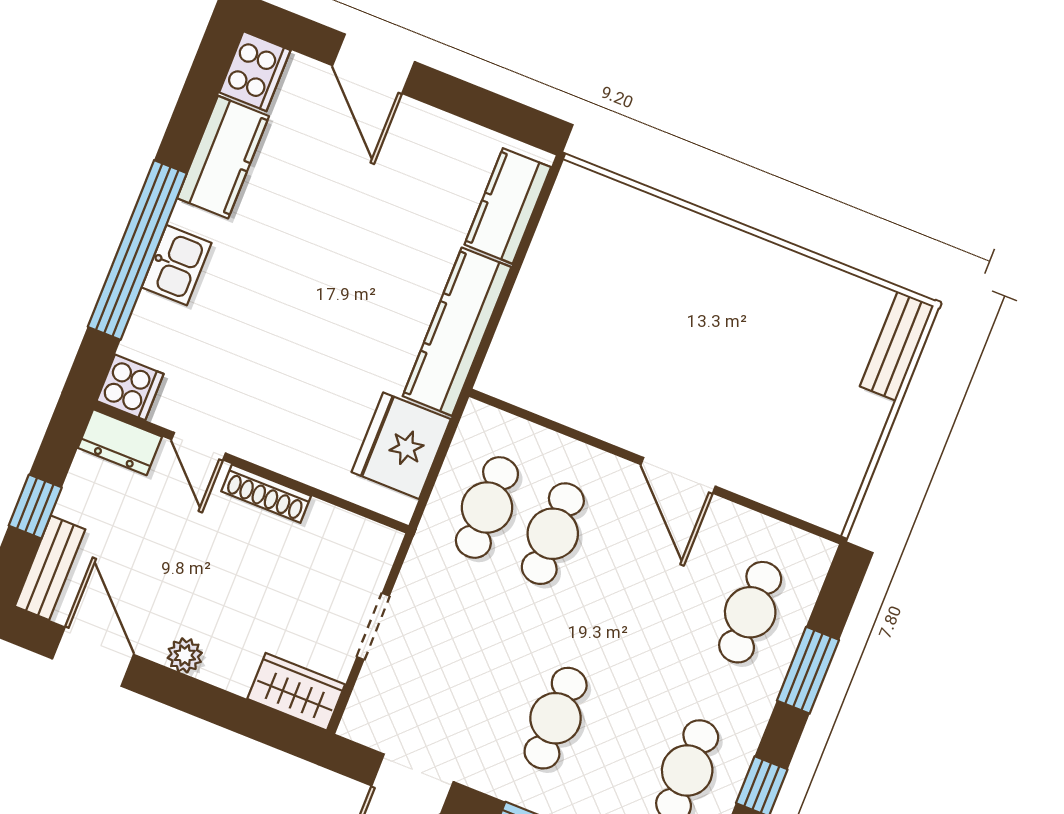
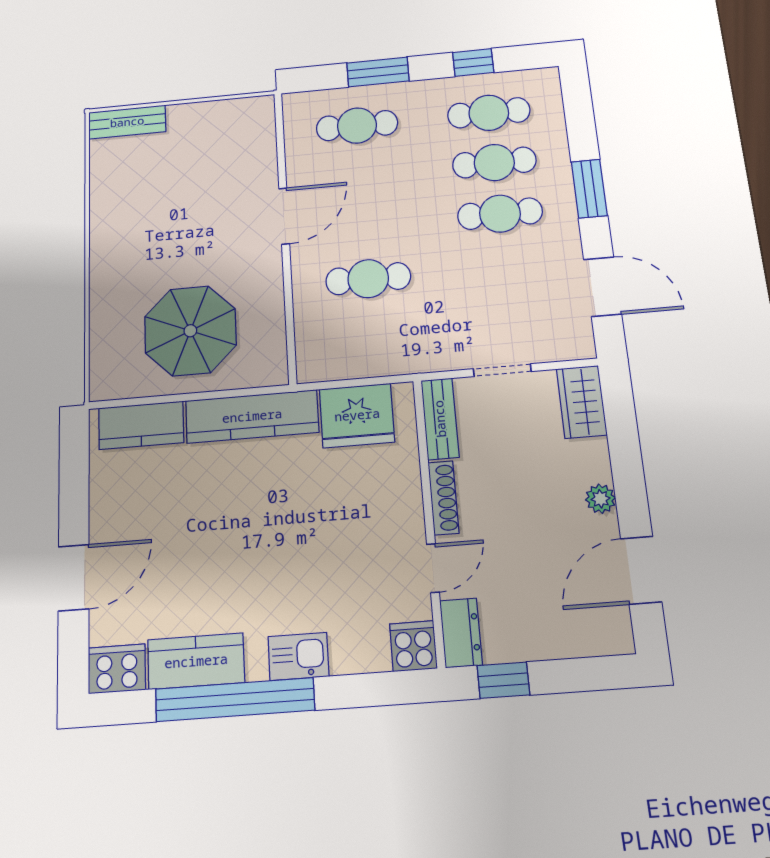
window: (137, 250) -> (235, 700), moved
parasol: (592, 307) -> (190, 331), added
window: (35, 507) -> (503, 680), moved
cafe table: (487, 507) -> (494, 162), moved
bench: (50, 568) -> (440, 419), moved, turned 90

